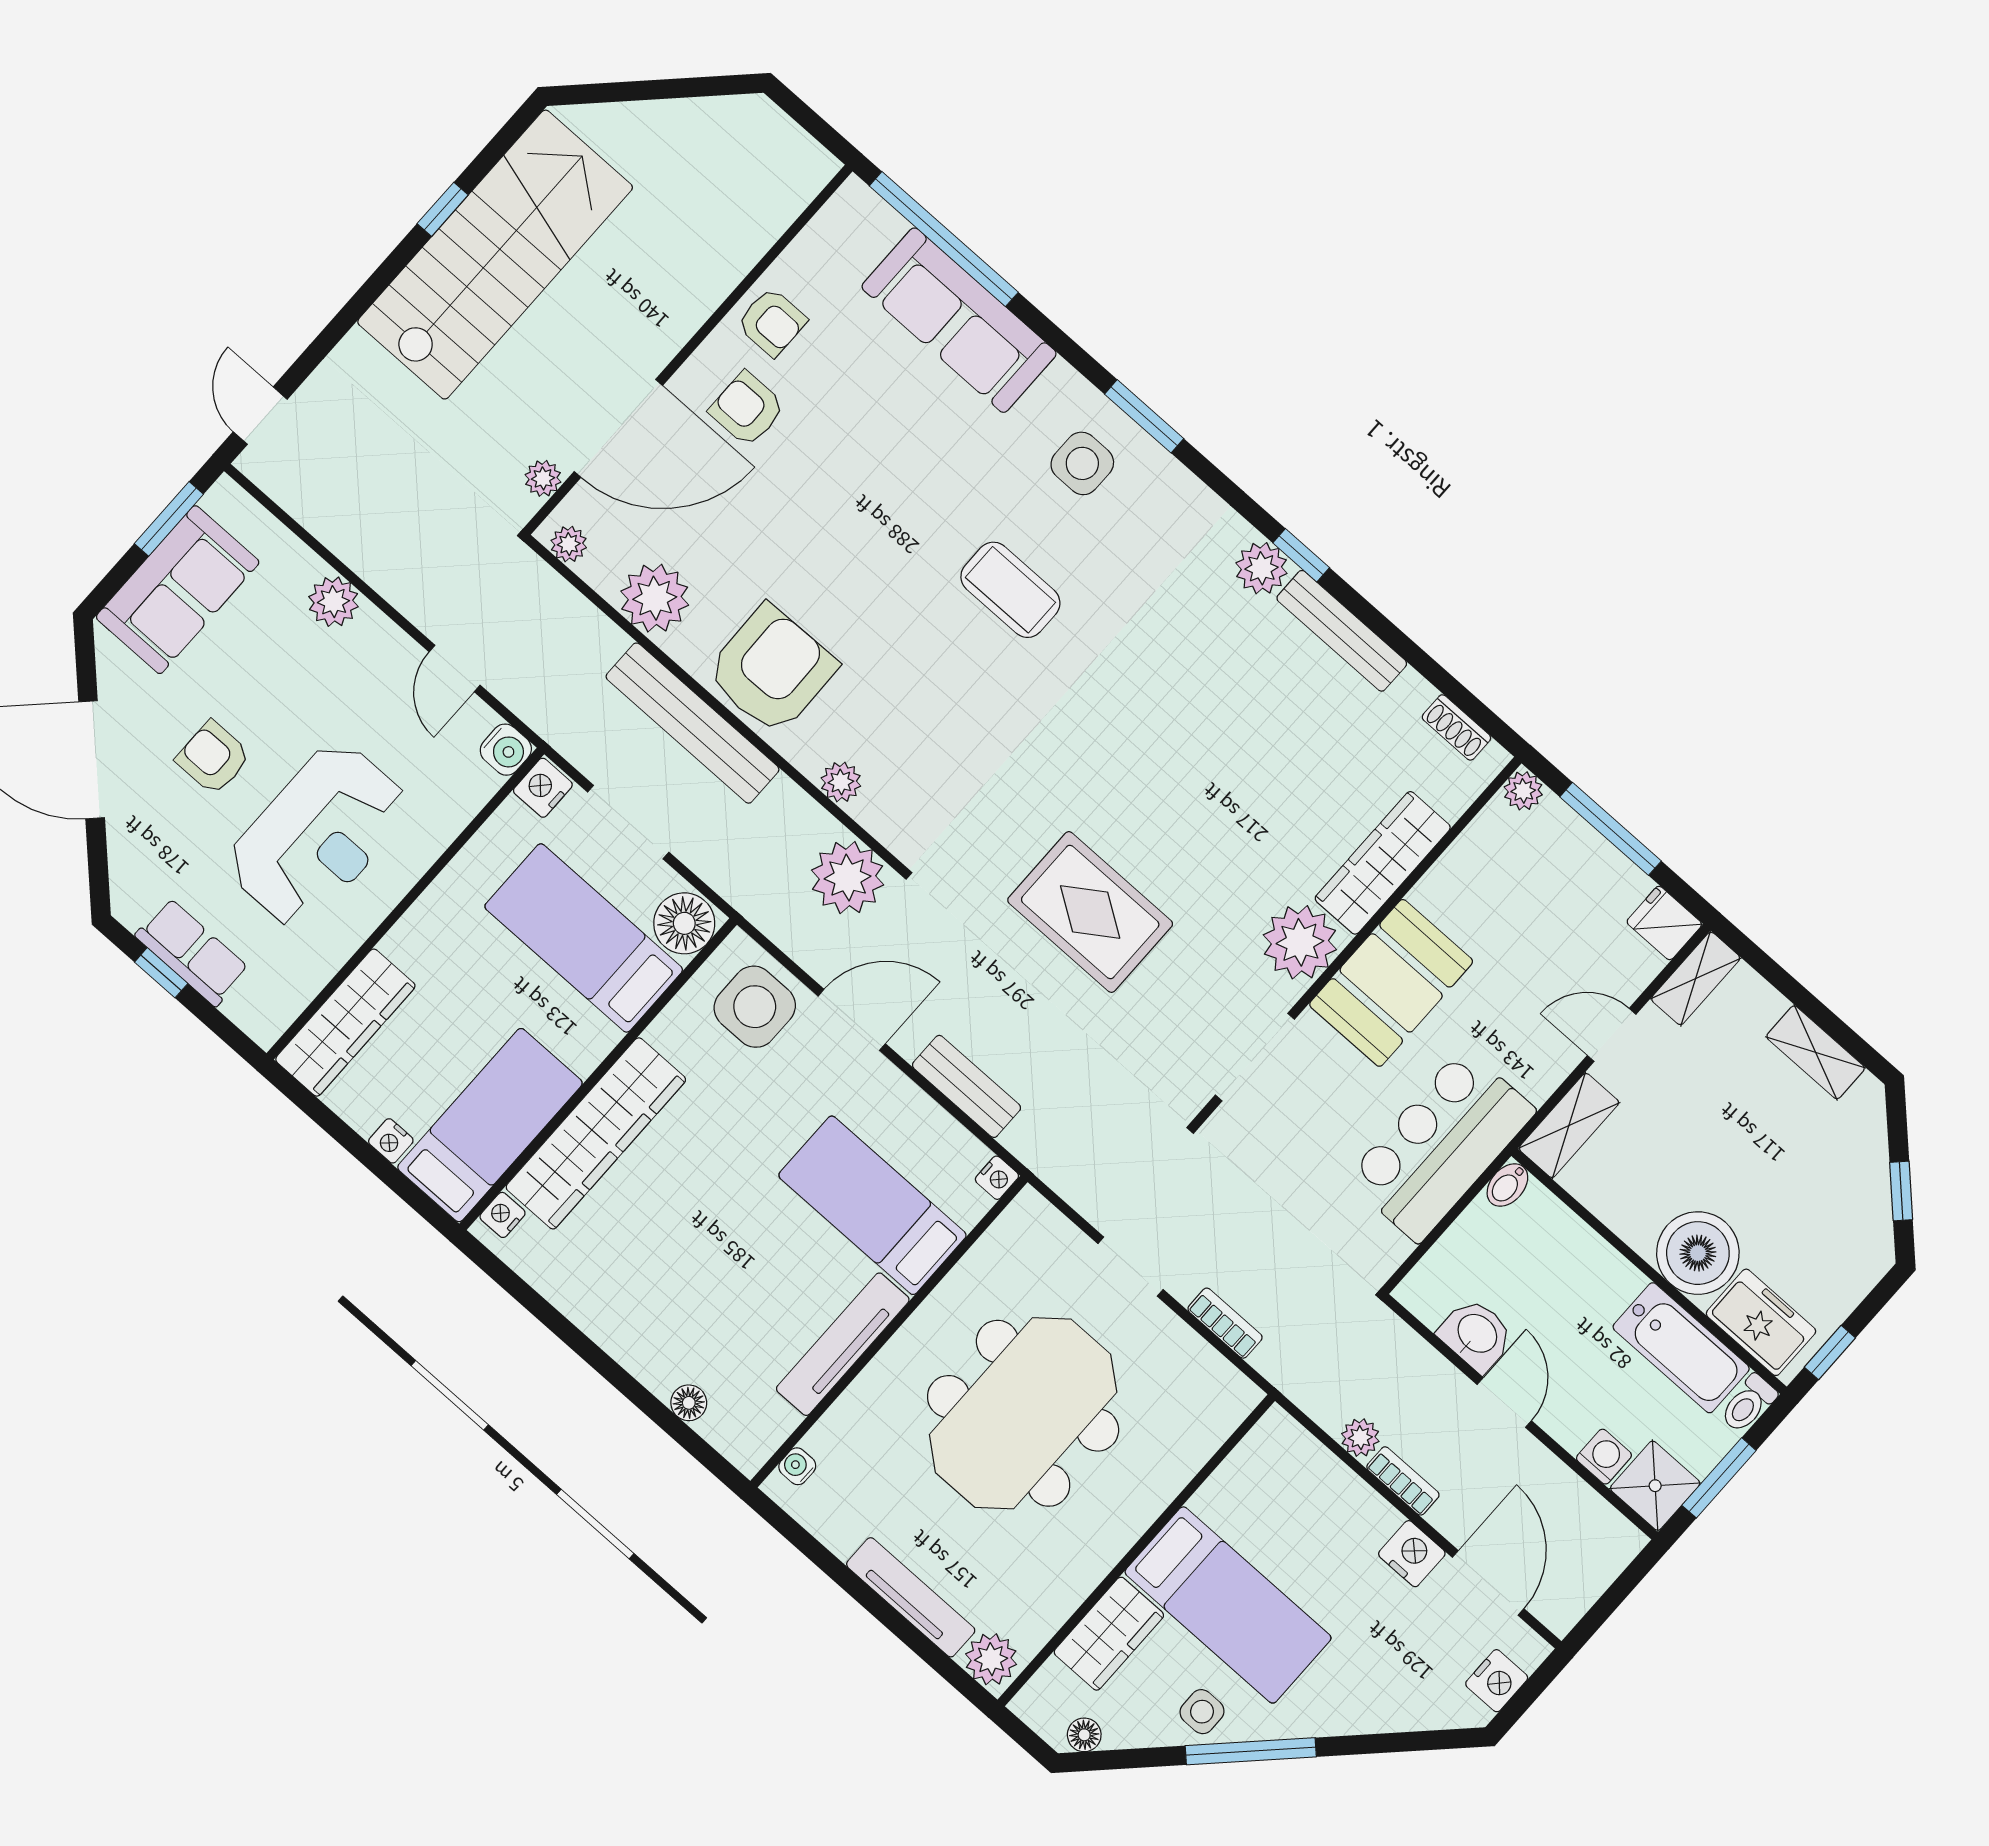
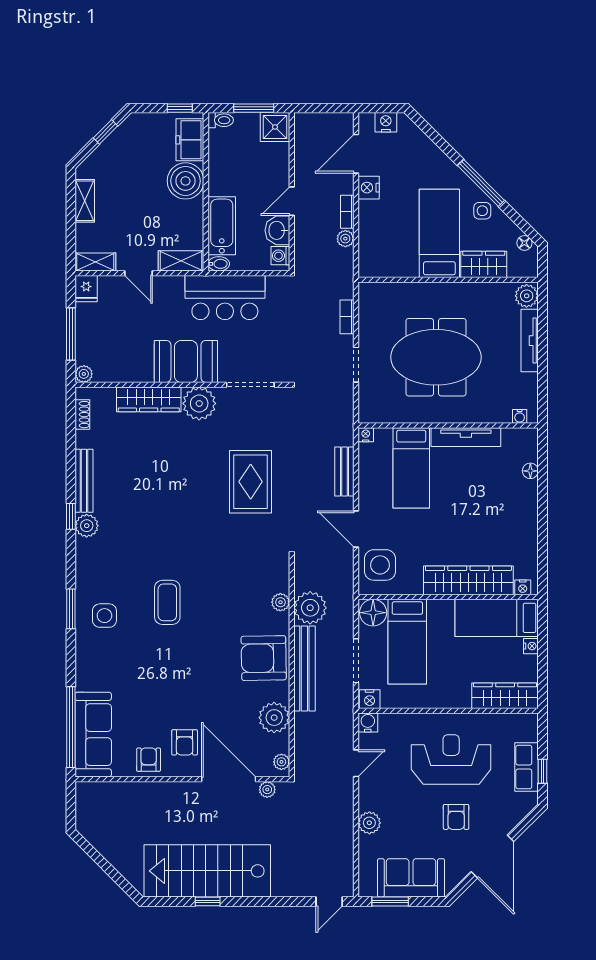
sofa: (959, 320) -> (93, 735), moved
plant: (848, 878) -> (310, 608), moved
bathtub: (1681, 1348) -> (222, 226), moved
washing machine: (1604, 1457) -> (280, 256), moved

